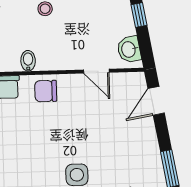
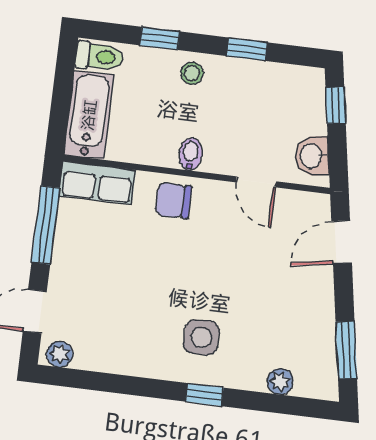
bidet: (28, 61) -> (191, 154), moved

